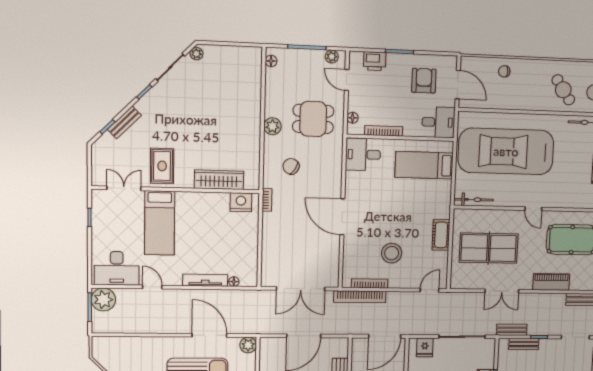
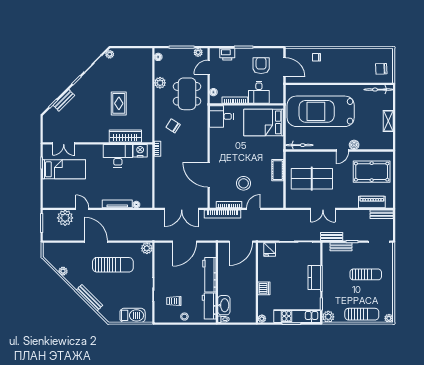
door: (347, 80) -> (209, 67), hinge flipped
cafe table: (563, 90) -> (359, 68), removed
dining table: (313, 119) -> (187, 94), width x1.38
desk: (438, 122) -> (259, 92), moved, turned 90
plant: (272, 126) -> (160, 83), moved
bed: (424, 165) -> (264, 122), width x1.50
rug: (162, 166) -> (119, 103), moved
double door: (124, 188) -> (64, 143), swing flipped
boiler: (550, 201) -> (354, 145), added
door: (533, 209) -> (342, 151), hinge flipped
door: (342, 217) -> (209, 175), moved
bed: (160, 223) -> (64, 169), moved, turned -90
desk: (117, 268) -> (118, 156), moved, turned 180
piano: (551, 282) -> (372, 202), moved
door: (430, 290) -> (253, 209), moved
plant: (103, 300) -> (65, 218), moved
door: (209, 335) -> (96, 242), moved

